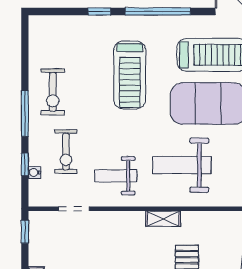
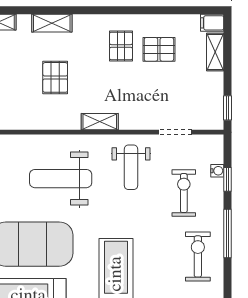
weight bench: (182, 165) -> (61, 179), turned 180
weight bench: (116, 176) -> (131, 167), turned 90
shelving: (163, 219) -> (100, 122), moved

